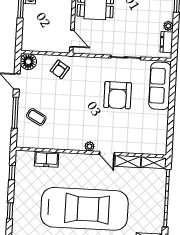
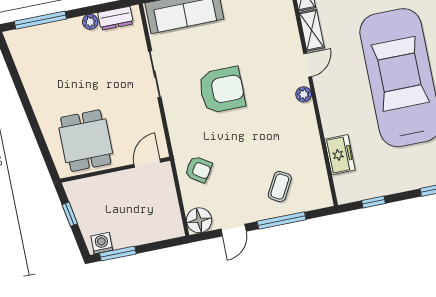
armchair: (118, 95) -> (222, 90), moved

